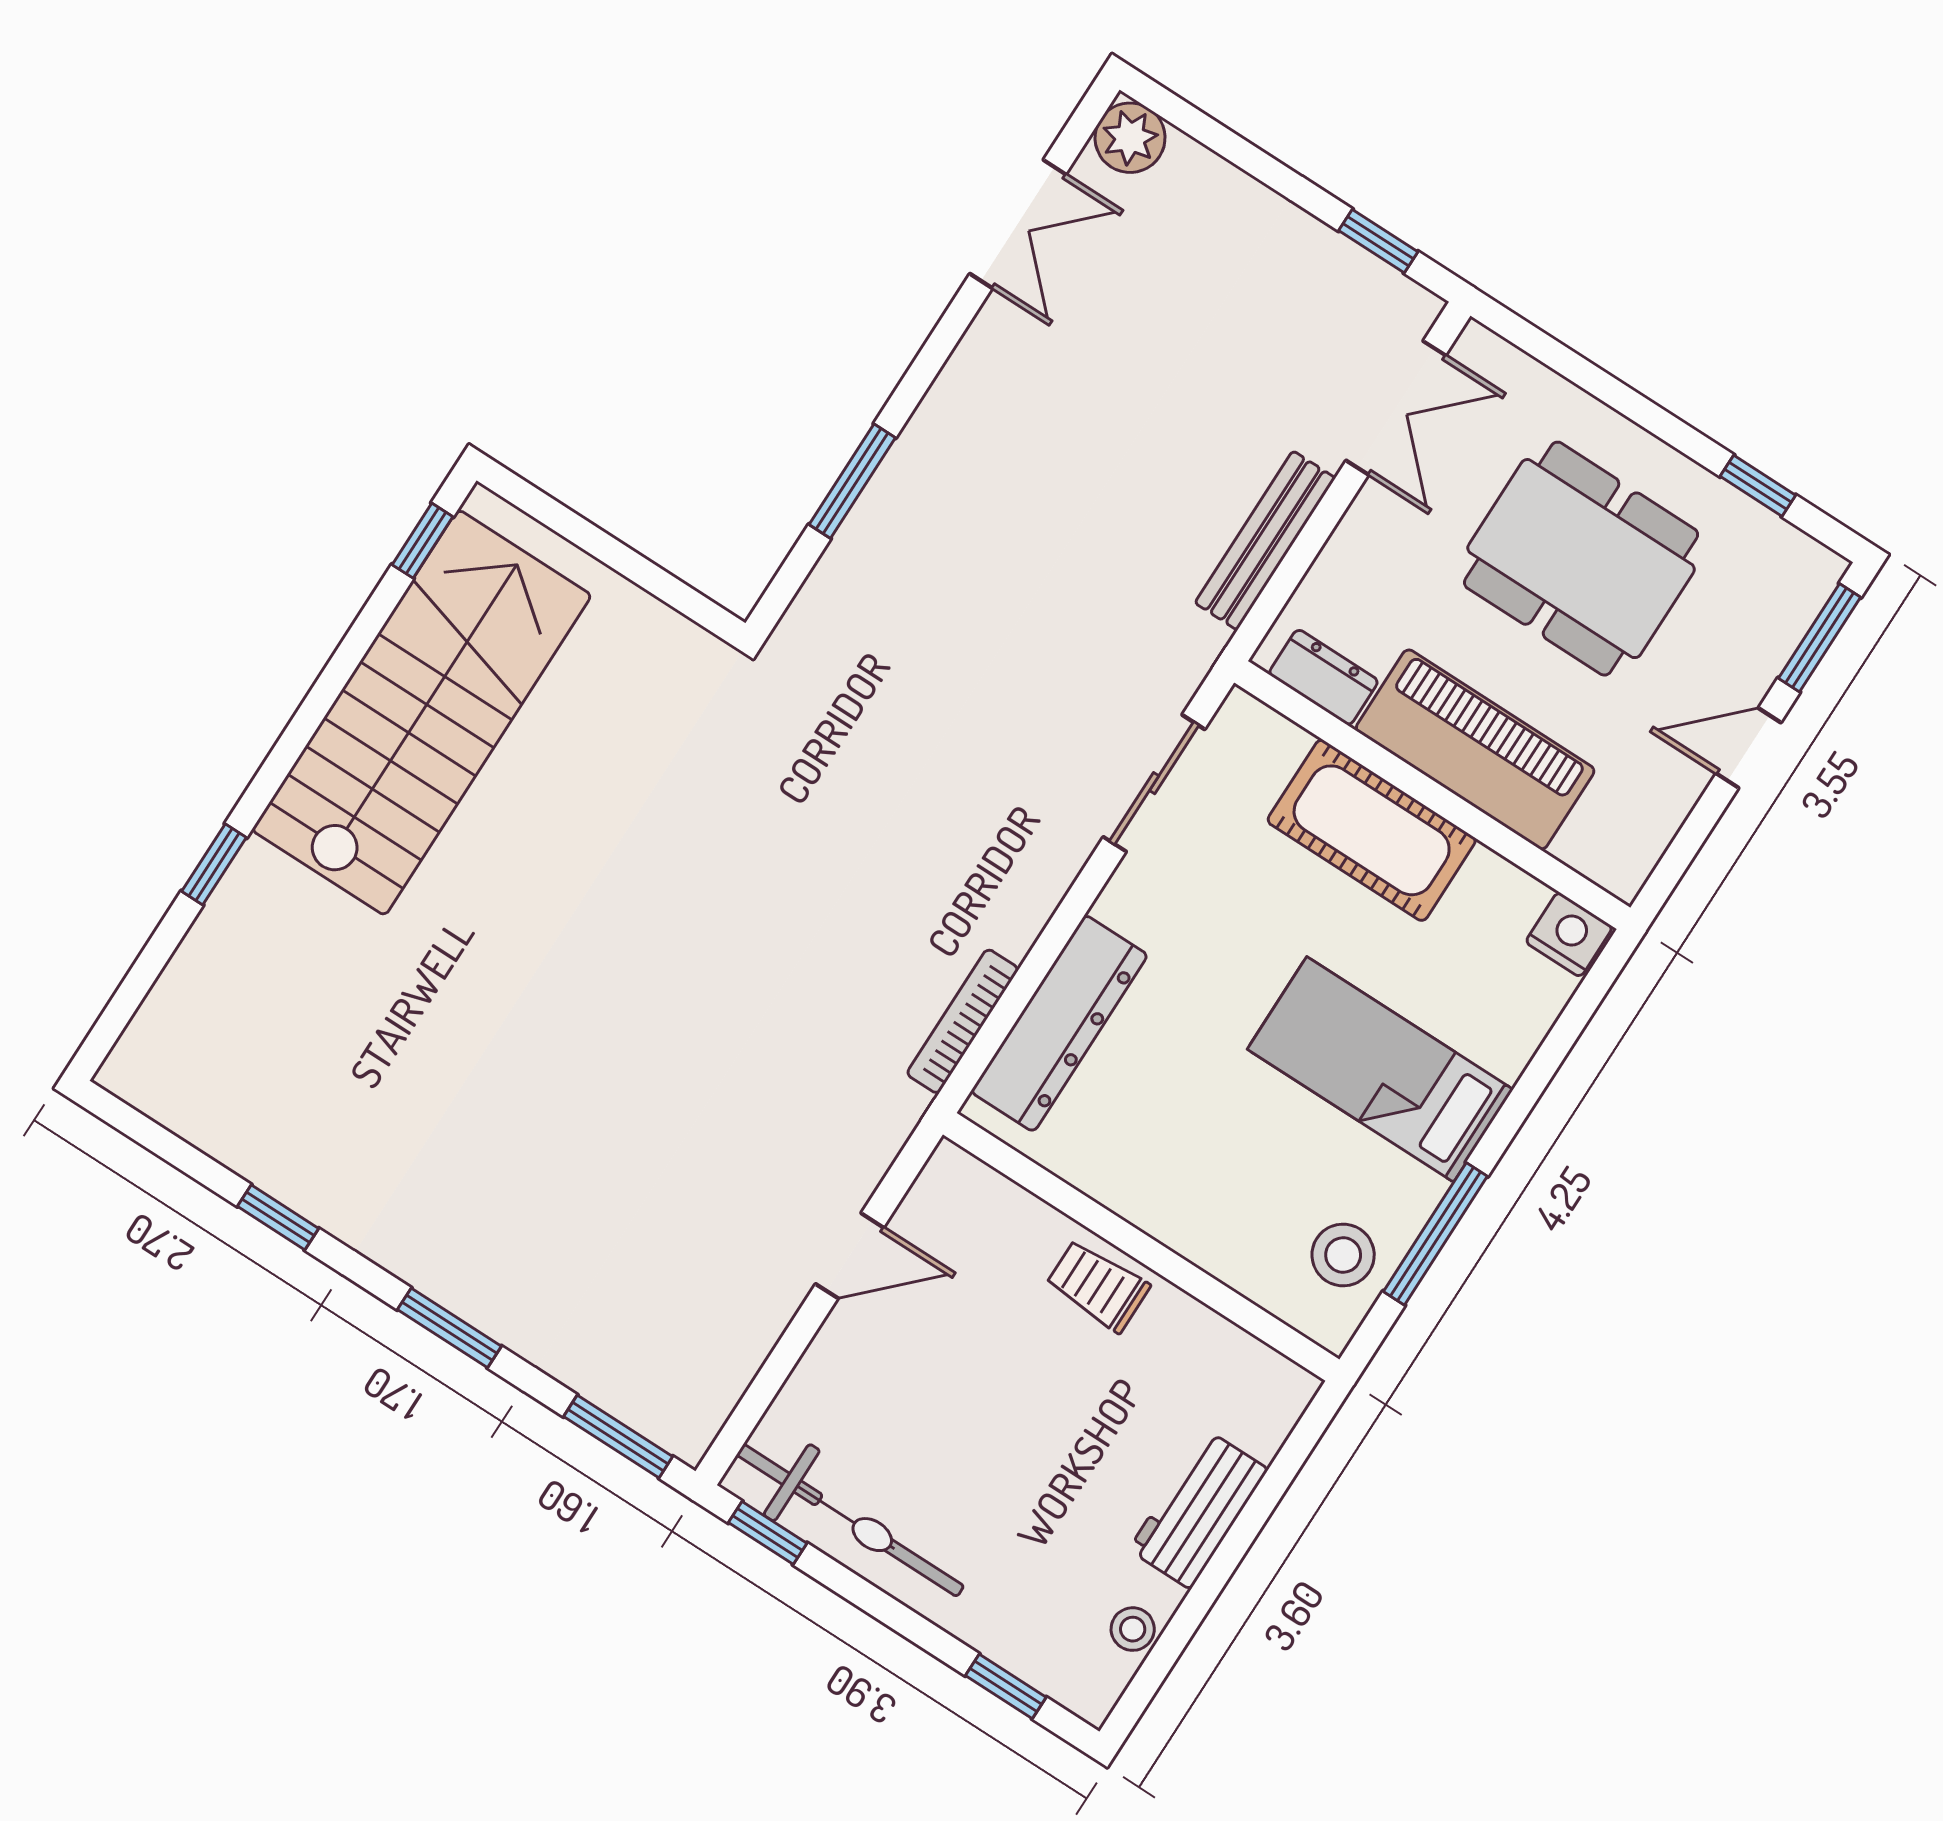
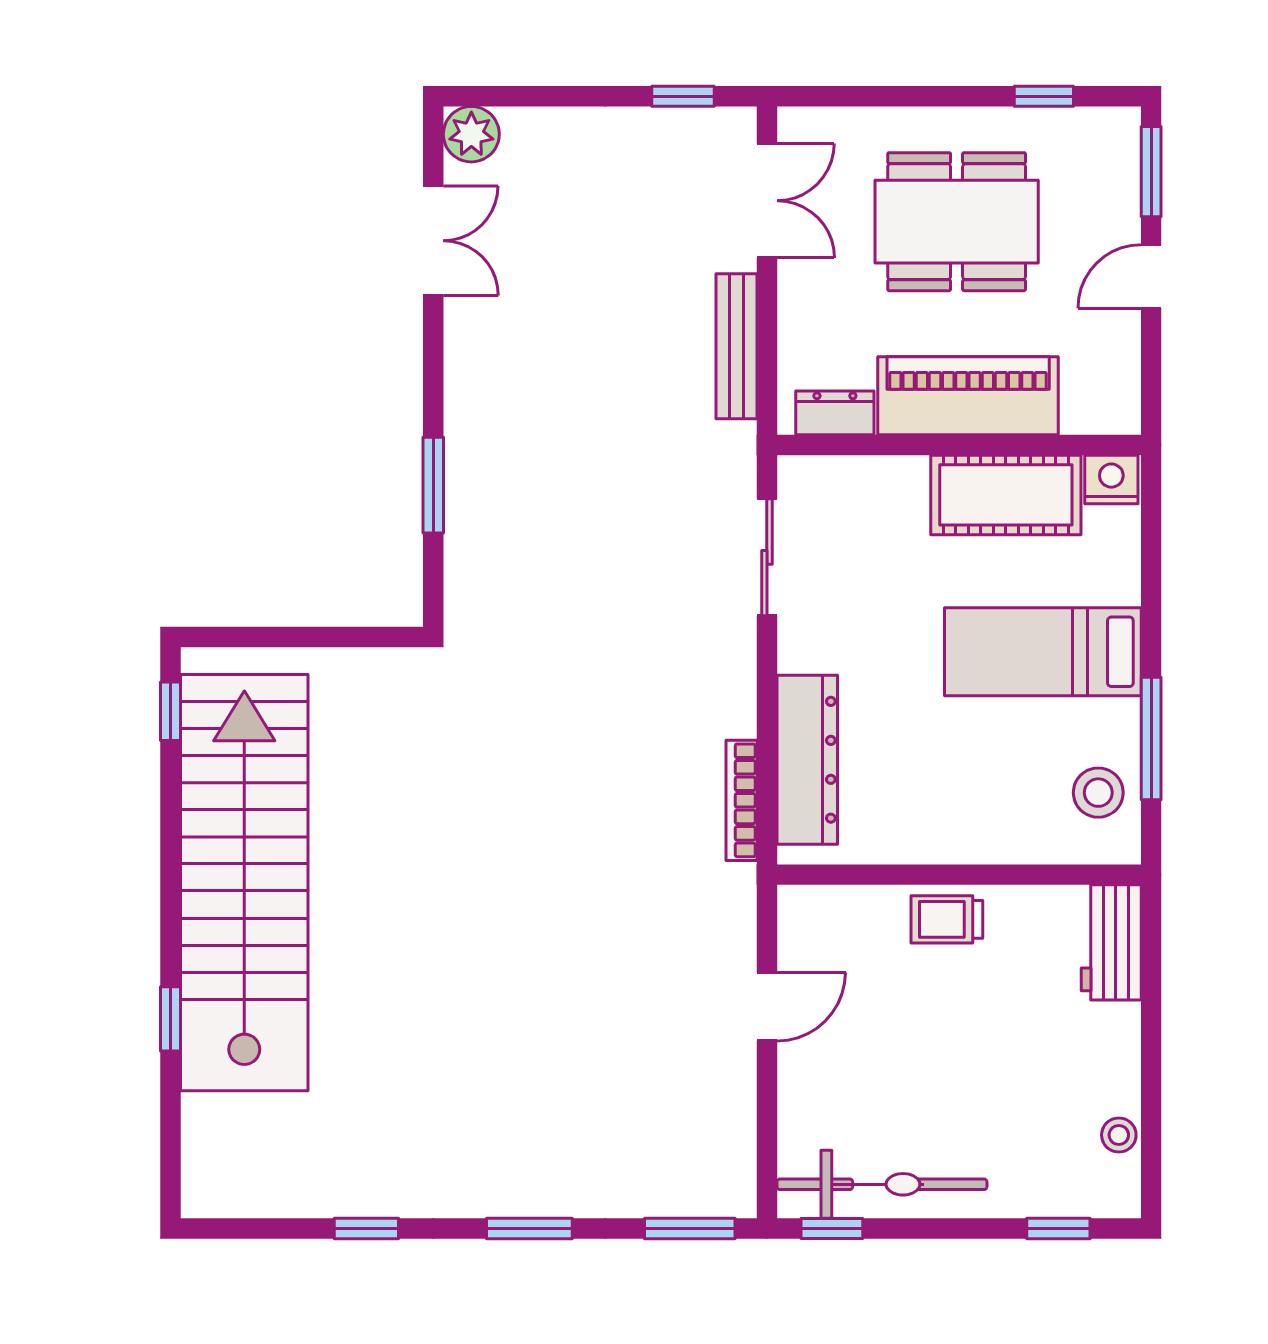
stairs: (422, 713) -> (244, 883), width x1.36
cot: (1372, 830) -> (1006, 495), moved
workbench: (1198, 1509) -> (1111, 942), moved

